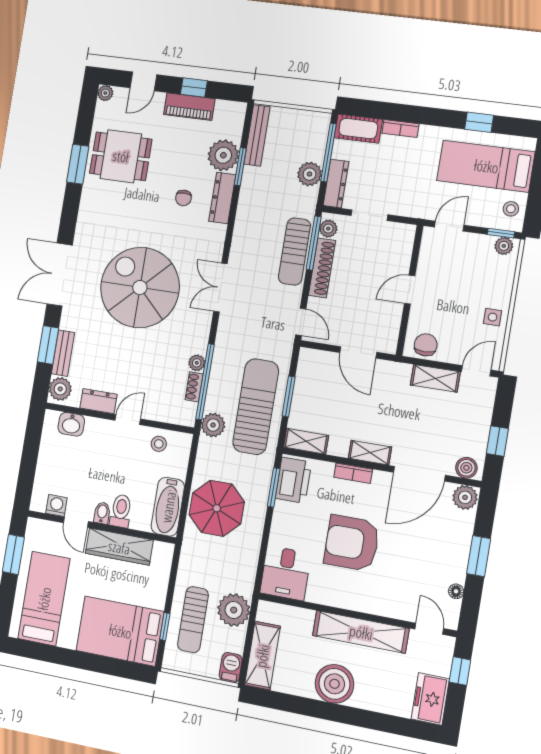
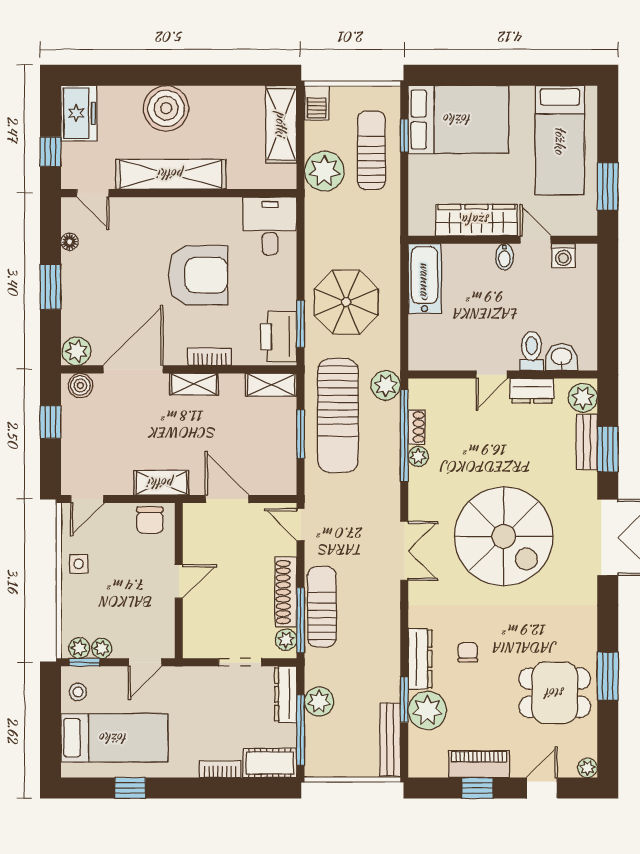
plant: (484, 243) -> (102, 648), added
shelving: (435, 378) -> (161, 483), moved
stool: (159, 444) -> (448, 352), removed
parasol: (217, 508) -> (346, 302), moved
toilet: (121, 511) -> (532, 351), moved, turned 180
boiler: (334, 684) -> (166, 108), moved

